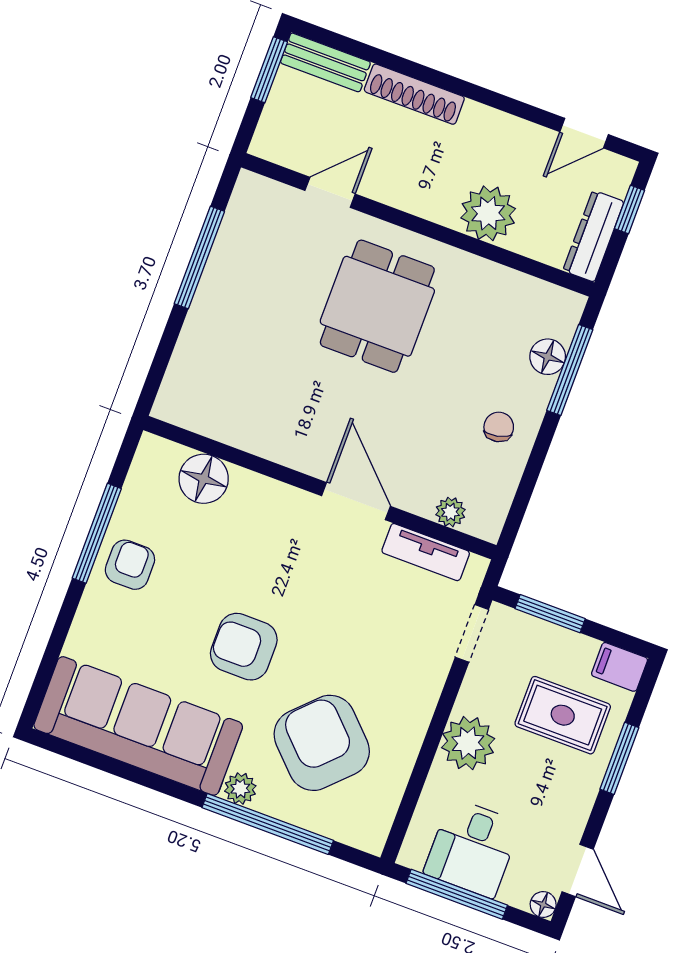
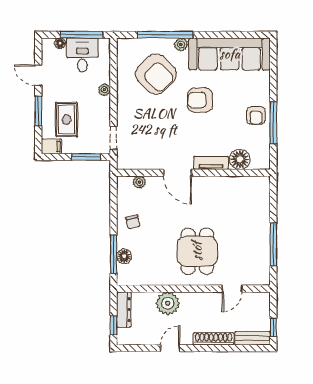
window: (269, 70) -> (273, 327), width x0.67
door: (584, 133) -> (170, 348), moved
tv unit: (426, 552) -> (211, 163), moved
armchair: (244, 647) -> (200, 100), turned 180
rug: (563, 715) -> (66, 119), turned 90
plant: (468, 743) -> (104, 90), width x0.53, depth x0.53
door: (578, 871) -> (38, 75), moved
floor lamp: (543, 905) -> (60, 43), moved

